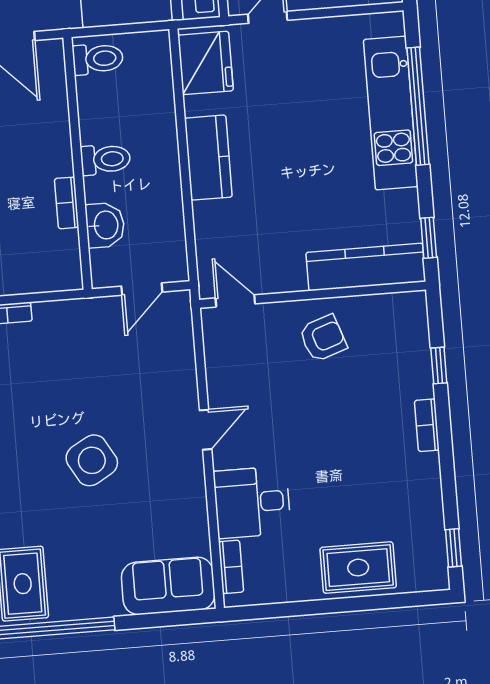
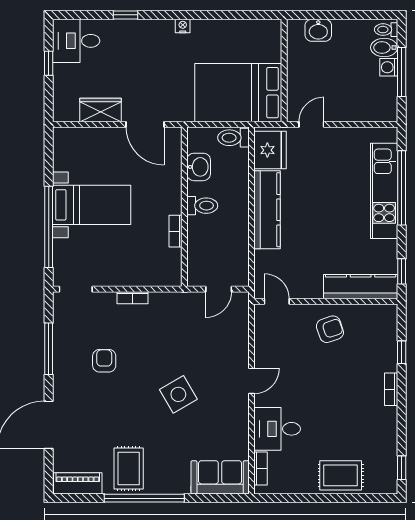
toilet: (98, 59) -> (233, 138), moved, turned 180
kitchen counter: (208, 158) -> (267, 210), width x1.50
washbasin: (105, 225) -> (199, 167), moved

